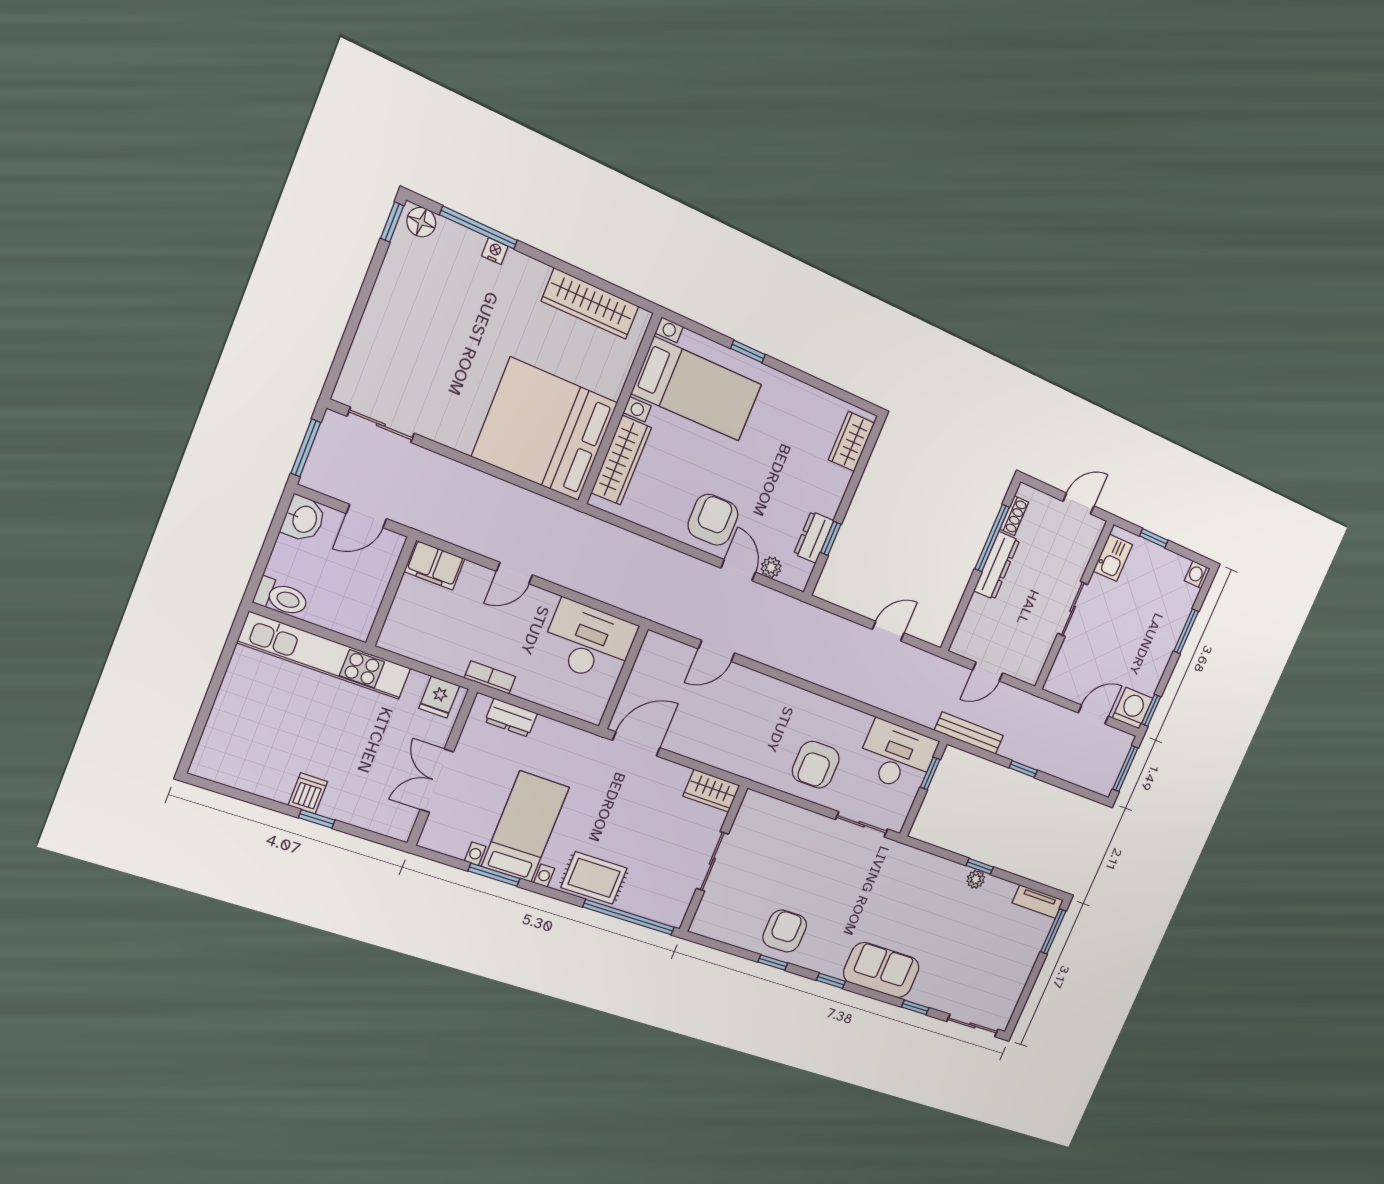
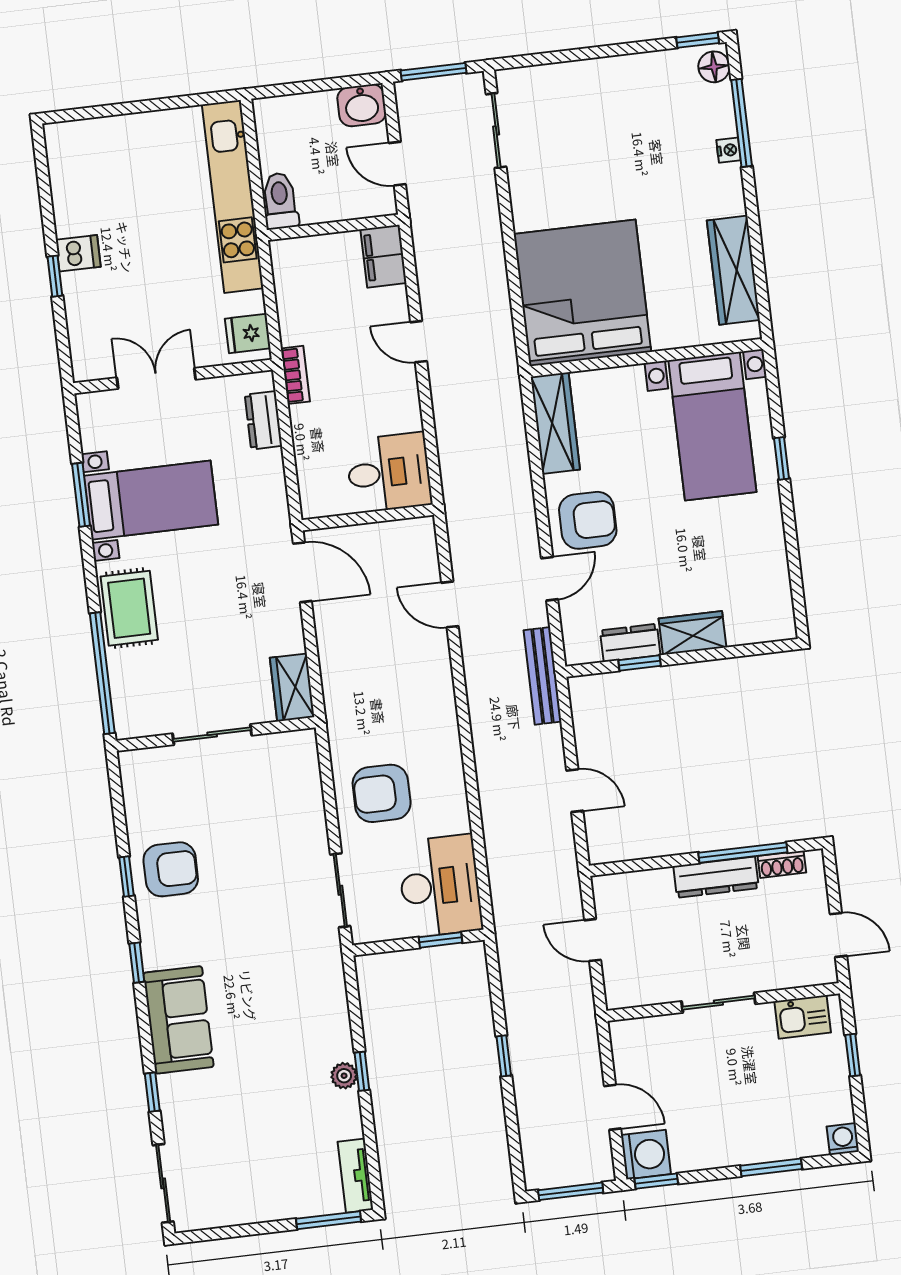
wardrobe: (851, 441) -> (693, 633), moved
wardrobe: (621, 460) -> (555, 423), moved, turned -90
plant: (771, 567) -> (572, 614), removed
toilet: (281, 597) -> (280, 201), moved, turned 180
desk: (589, 642) -> (389, 473), width x0.73
bench: (969, 733) -> (543, 676), moved

